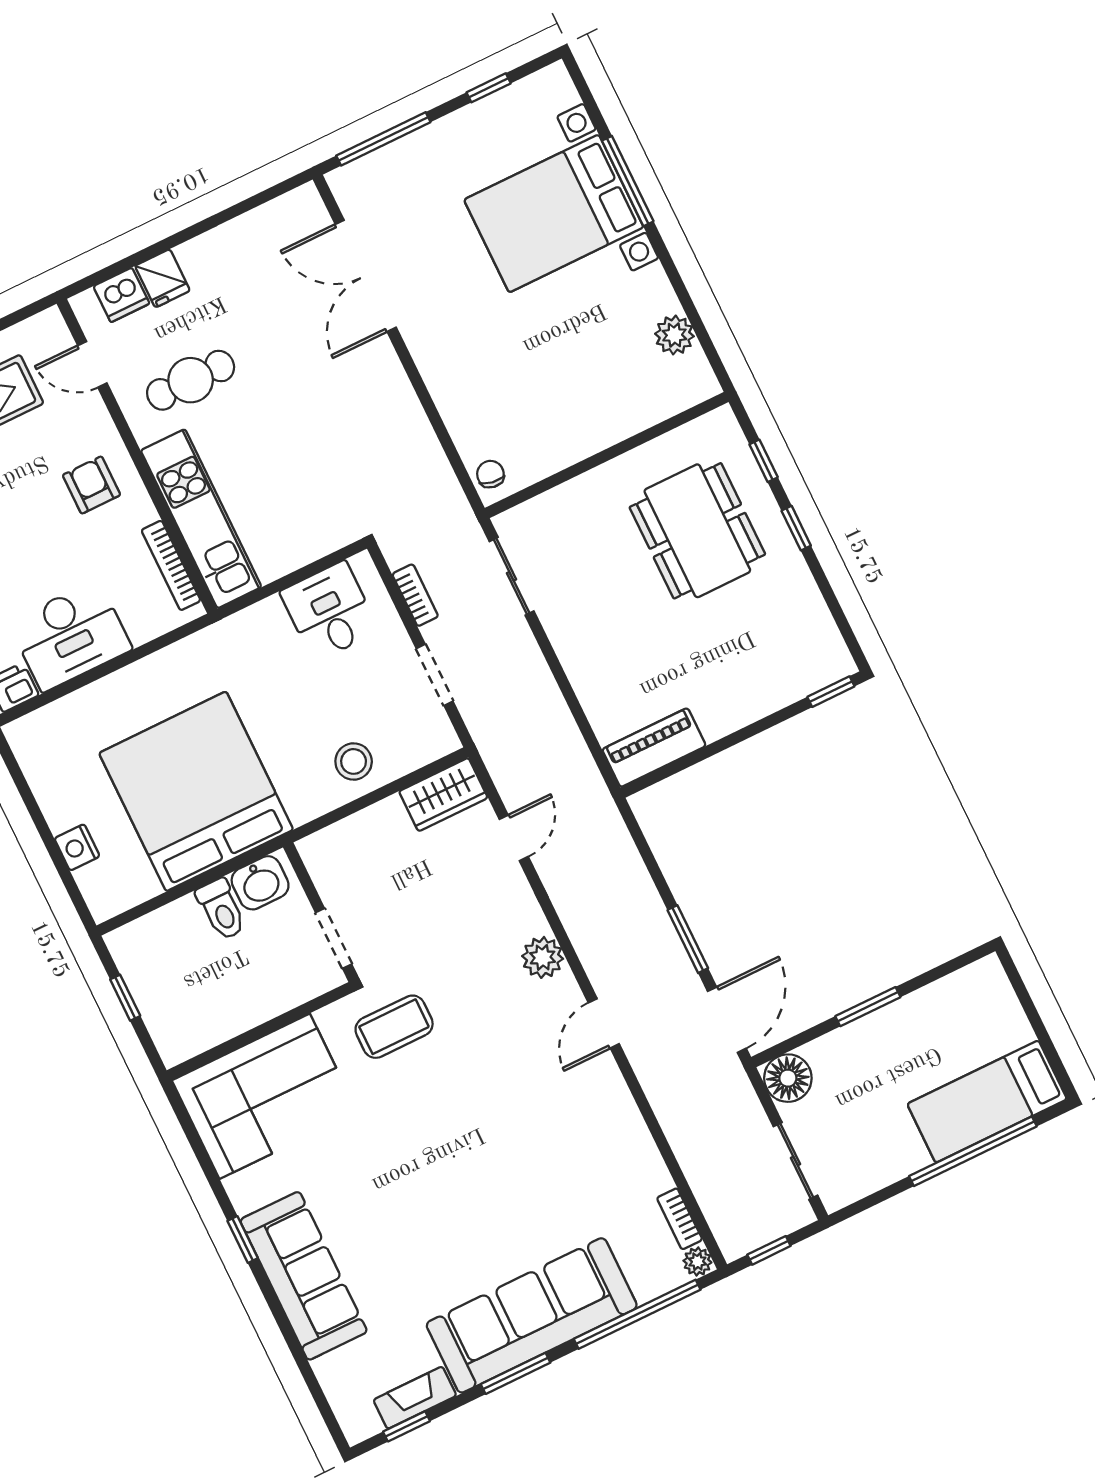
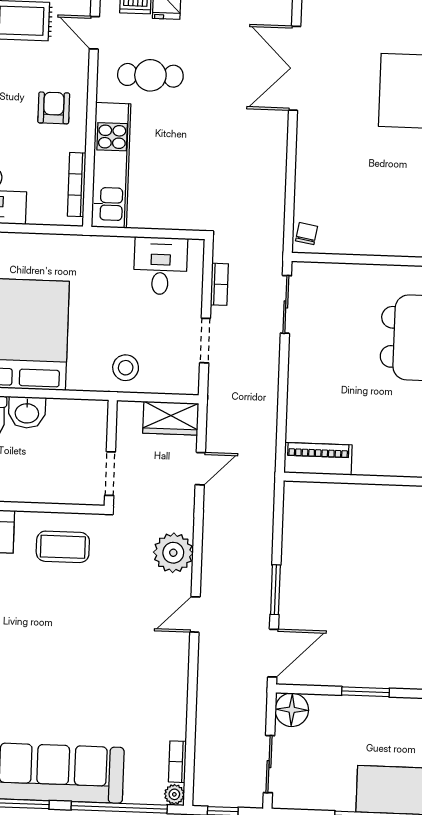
wall: (321, 912) -> (111, 453), moved
doorway: (334, 938) -> (110, 474), moved
plant: (543, 957) -> (173, 553), width x1.36, depth x1.36

